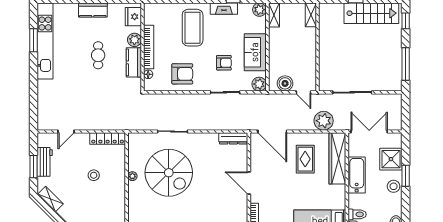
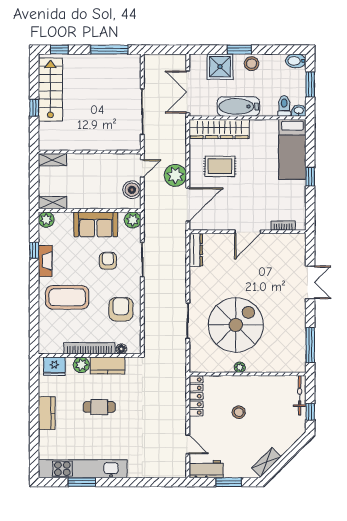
plant: (324, 121) -> (175, 175), moved
workbench: (45, 162) -> (206, 469), moved

